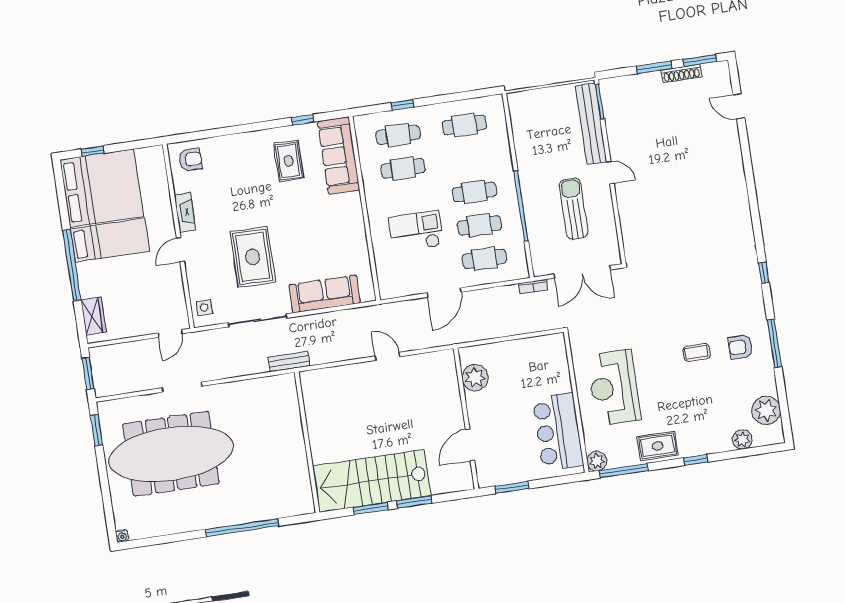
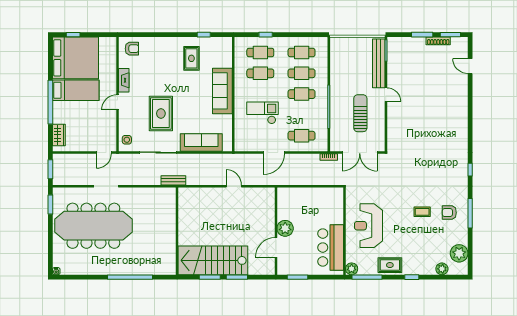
sofa: (339, 156) -> (222, 91), moved
cafe table: (479, 225) -> (302, 73), moved
plant: (475, 378) -> (285, 228), moved

